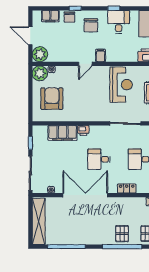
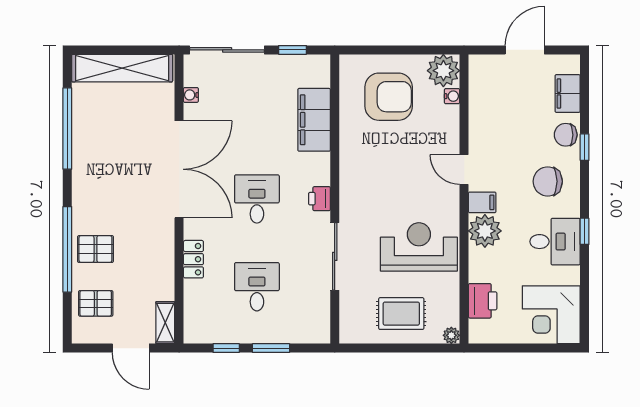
plant: (40, 54) -> (485, 231), moved
reception desk: (121, 85) -> (419, 247), turned 180
printer: (83, 130) -> (319, 199), moved

